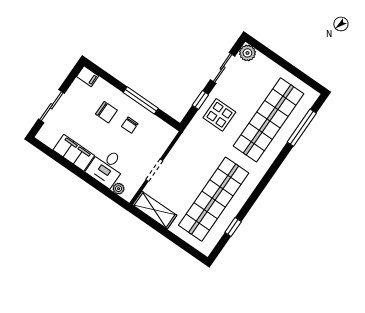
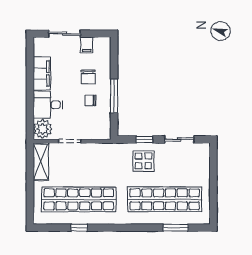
plant: (247, 53) -> (203, 150), removed
filing cabinet: (88, 76) -> (87, 45), moved
window: (302, 128) -> (176, 228), width x0.69
plant: (119, 189) -> (43, 129), width x1.88, depth x1.88
window: (233, 227) -> (79, 228), moved

